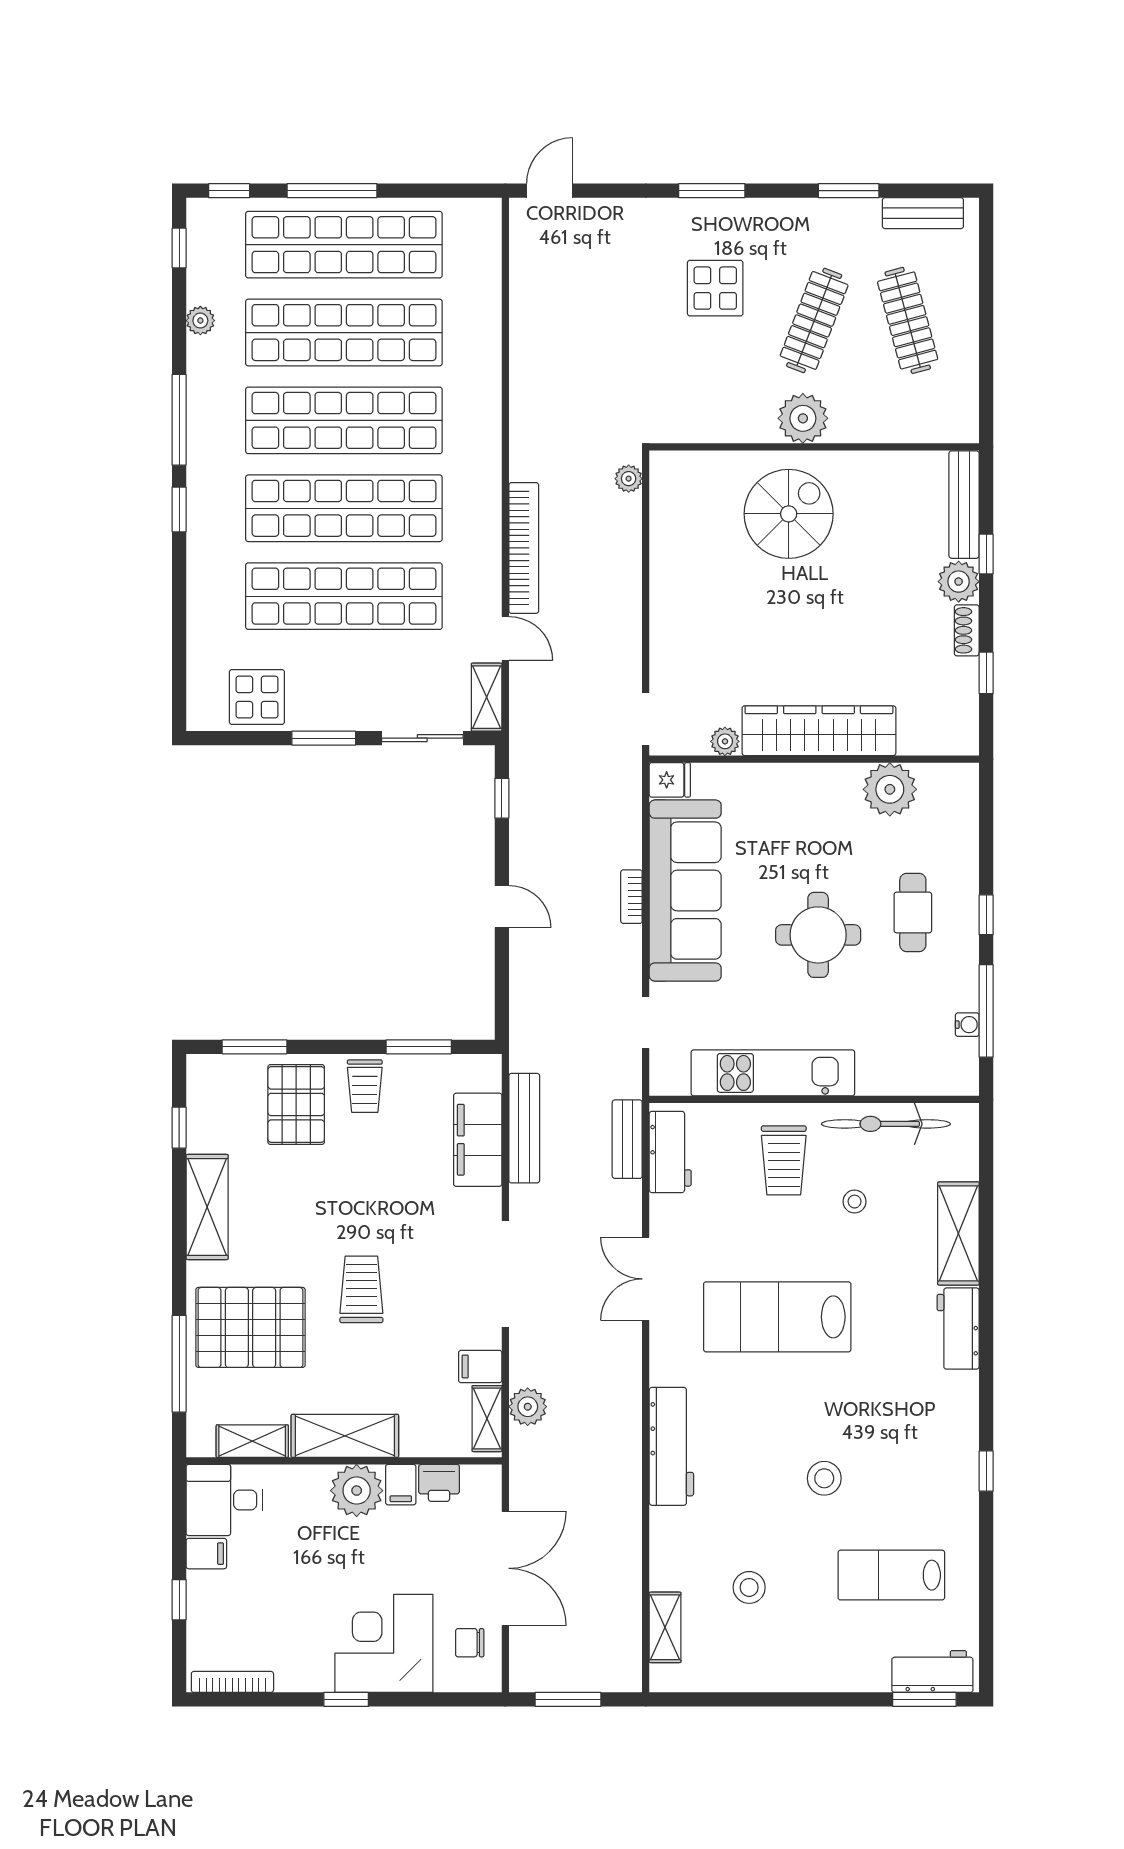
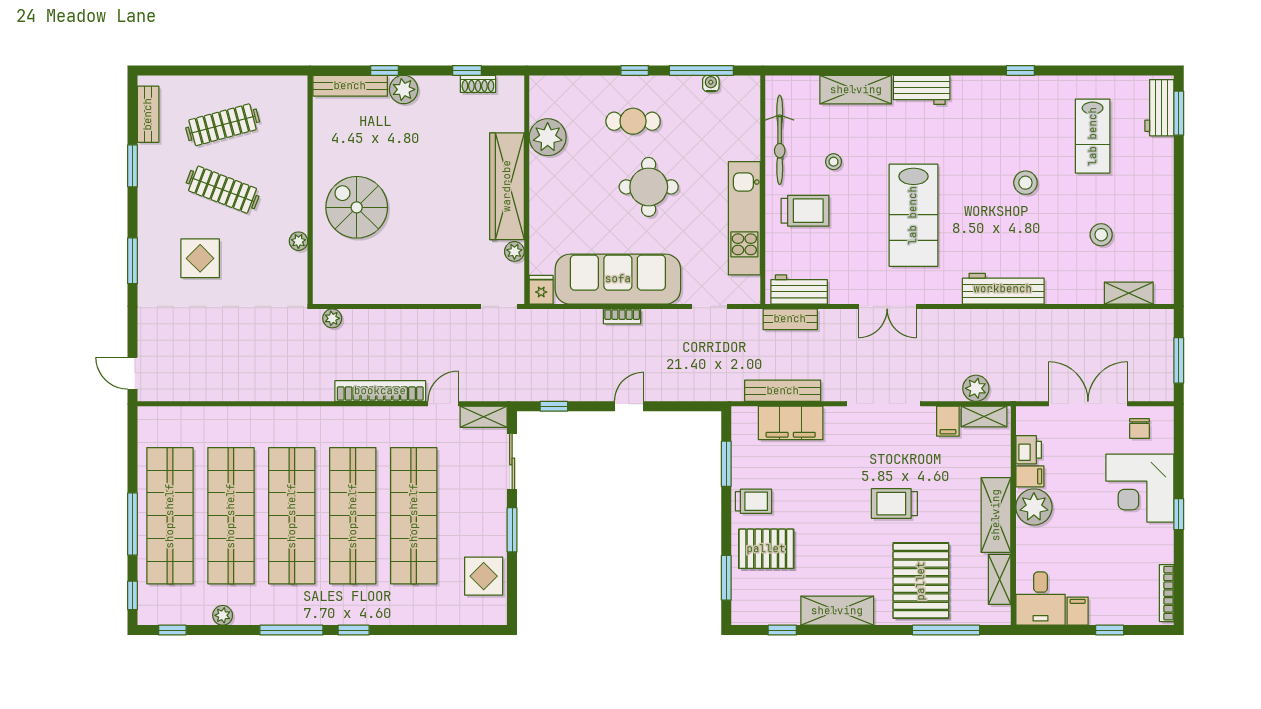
plant: (803, 418) -> (298, 241), moved, width x0.53, depth x0.53
shoe rack: (967, 630) -> (478, 84), moved

